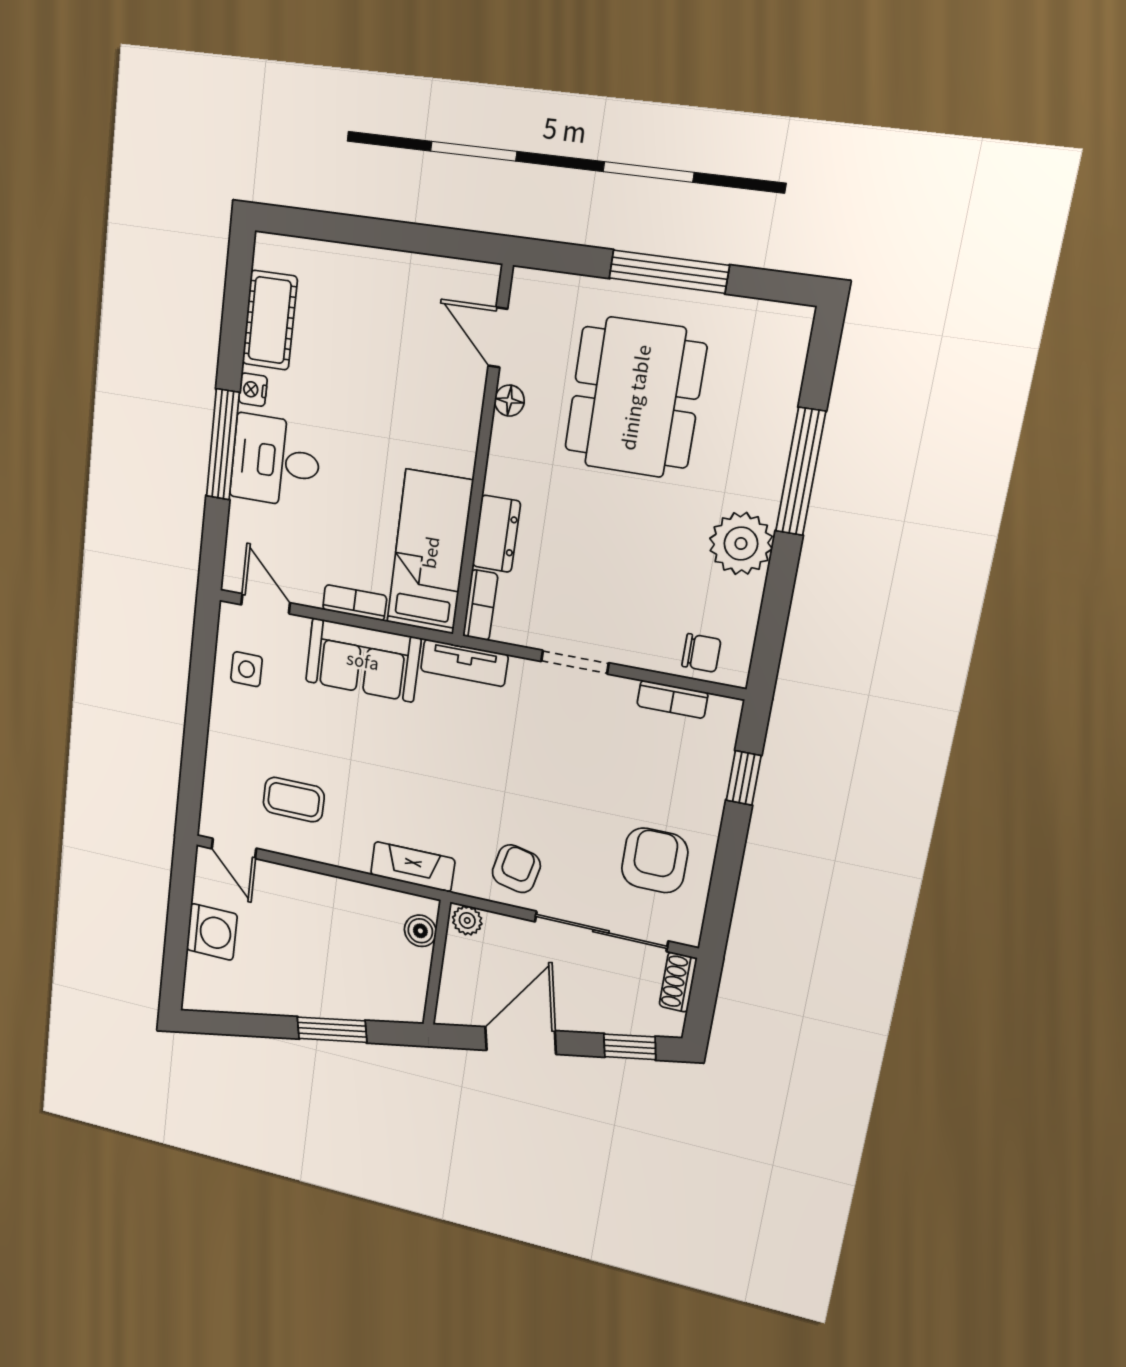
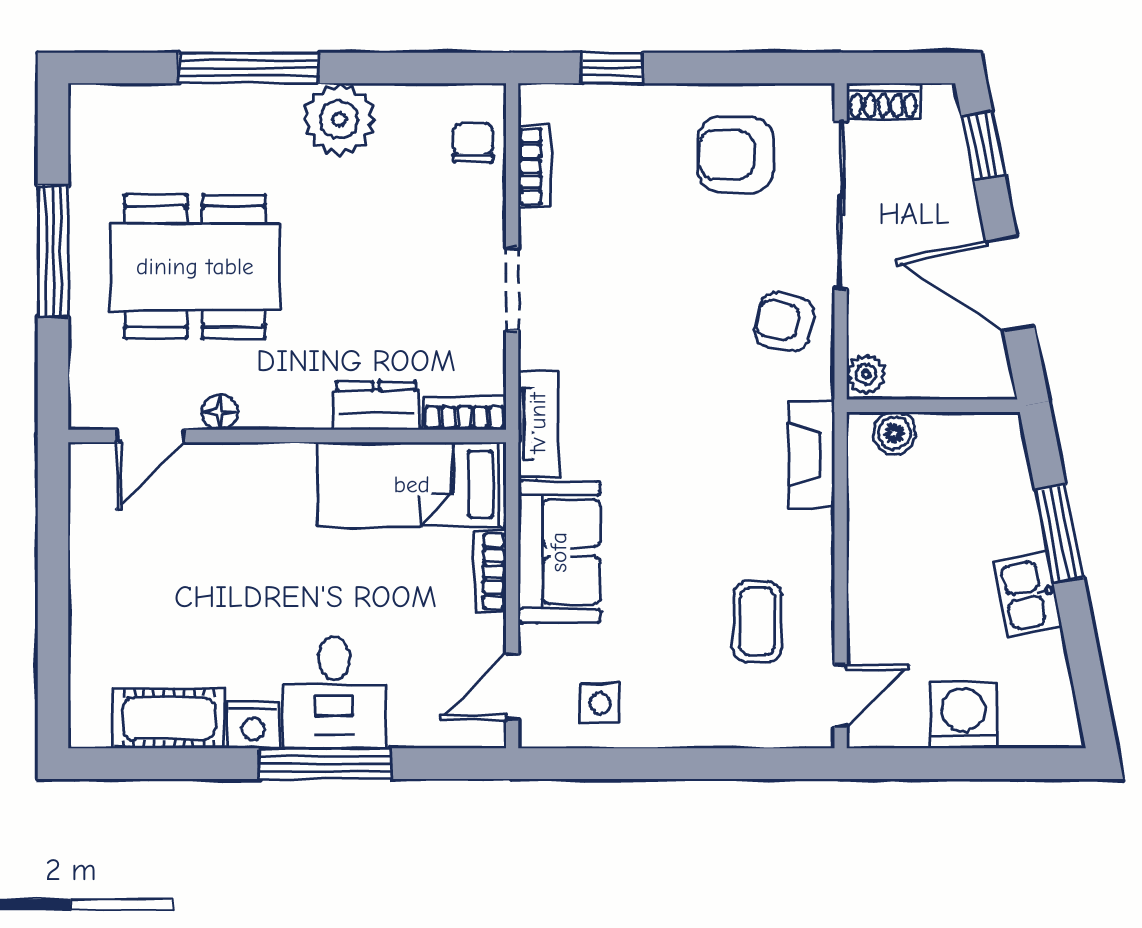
nightstand: (253, 390) -> (253, 725), width x1.39, depth x1.35
kitchen sink: (291, 997) -> (1027, 594), added

